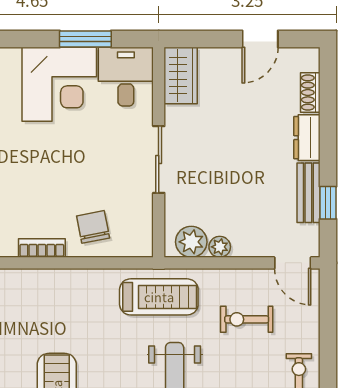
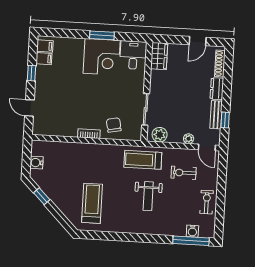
window: (85, 39) -> (102, 35), moved
shoe rack: (310, 92) -> (220, 64), width x1.43
sliding door: (159, 159) -> (146, 109), moved
plant: (220, 247) -> (189, 139), moved
treadmill: (159, 297) -> (143, 160), turned 180

